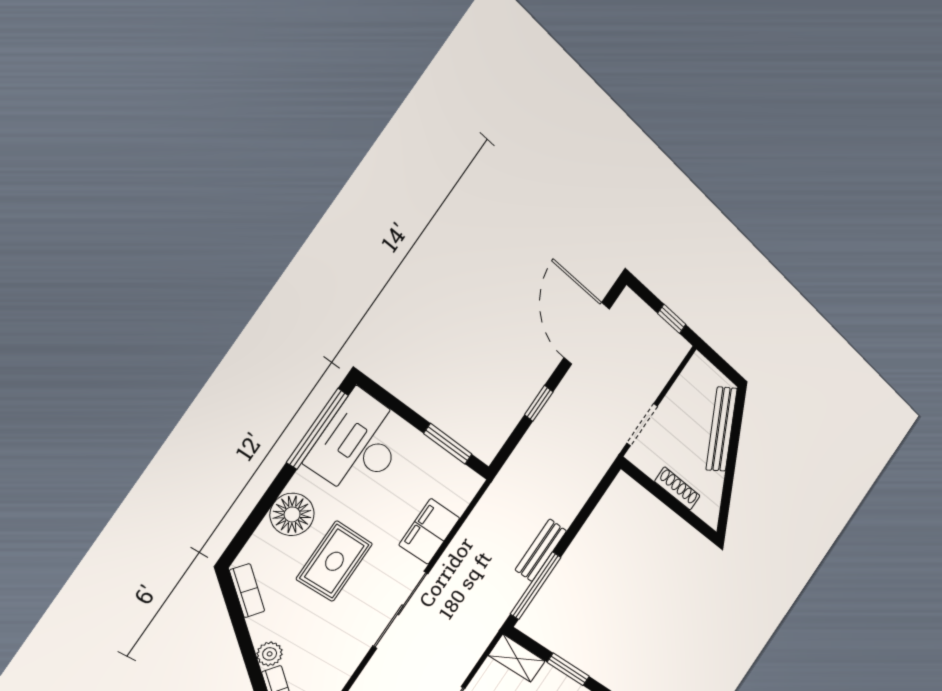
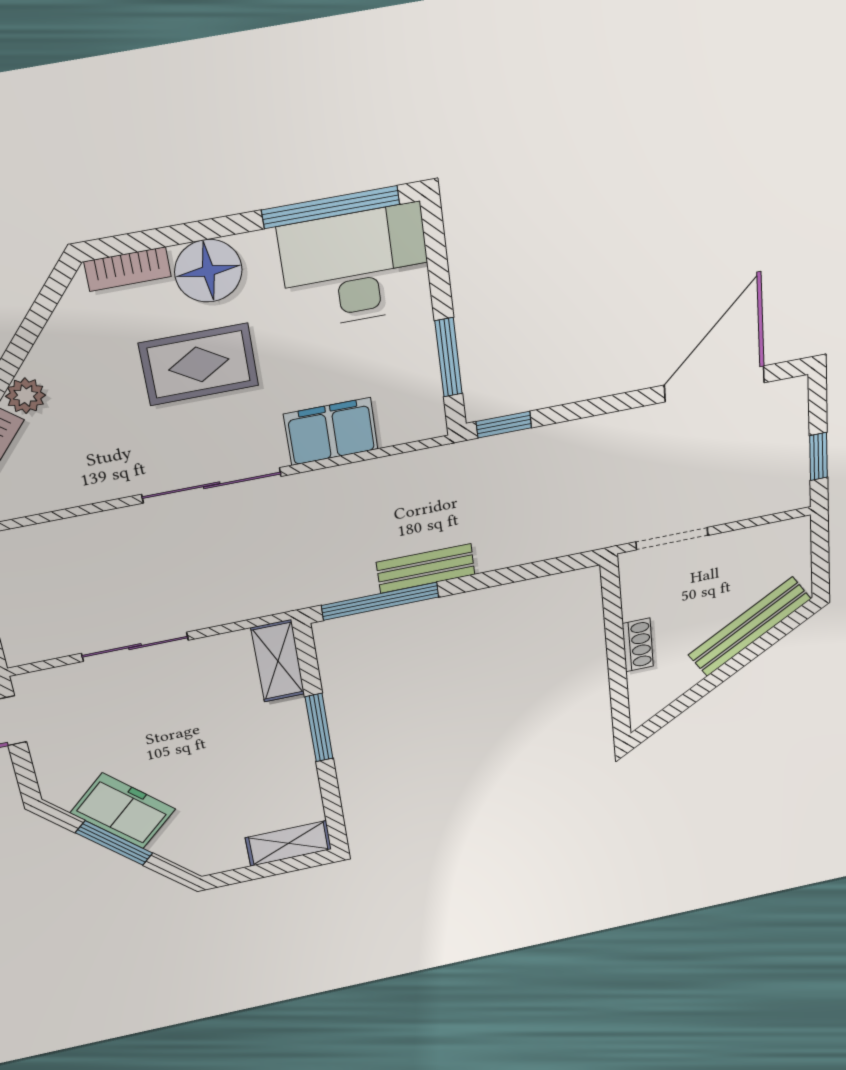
window: (539, 403) -> (504, 425), moved
shoe rack: (677, 489) -> (638, 645), width x0.70
bookcase: (247, 591) -> (128, 269), moved, turned 50

